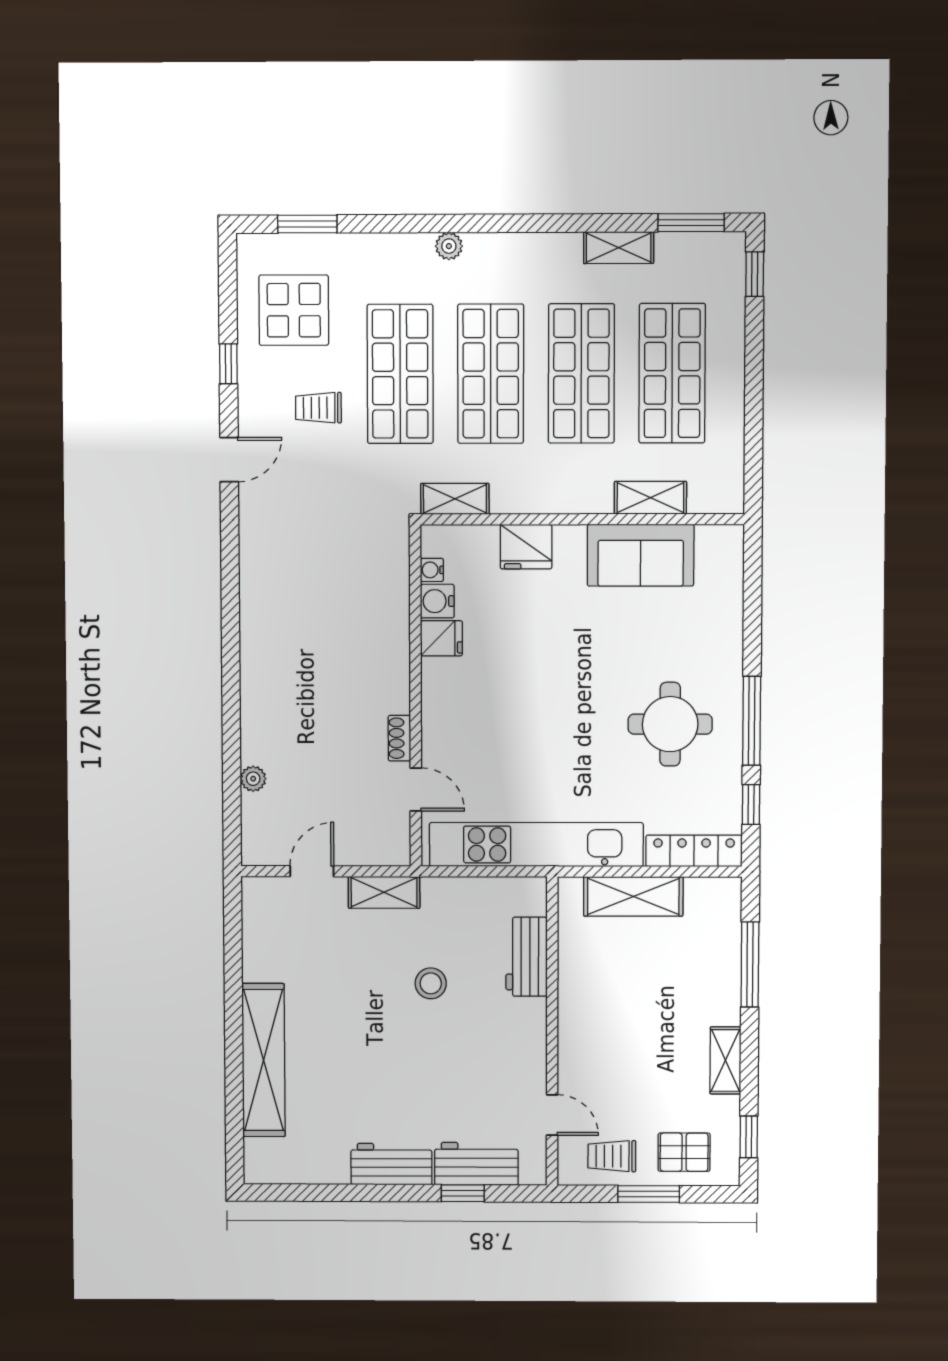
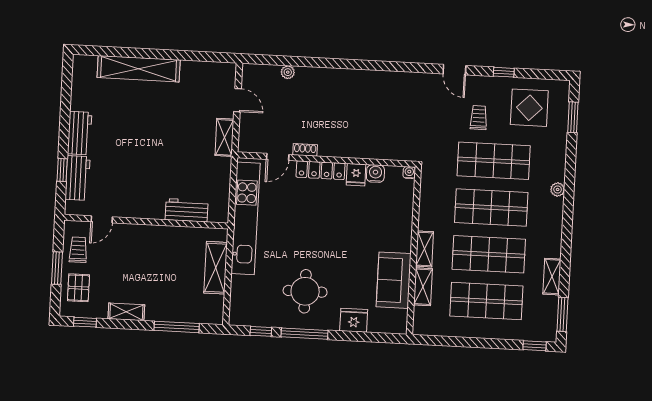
shelving: (455, 499) -> (425, 249), moved
fridge: (526, 547) -> (354, 320), moved, turned 90
water cooler: (432, 570) -> (409, 173), moved
locker: (694, 851) -> (320, 170), moved, turned 90
stool: (431, 983) -> (175, 159), removed

